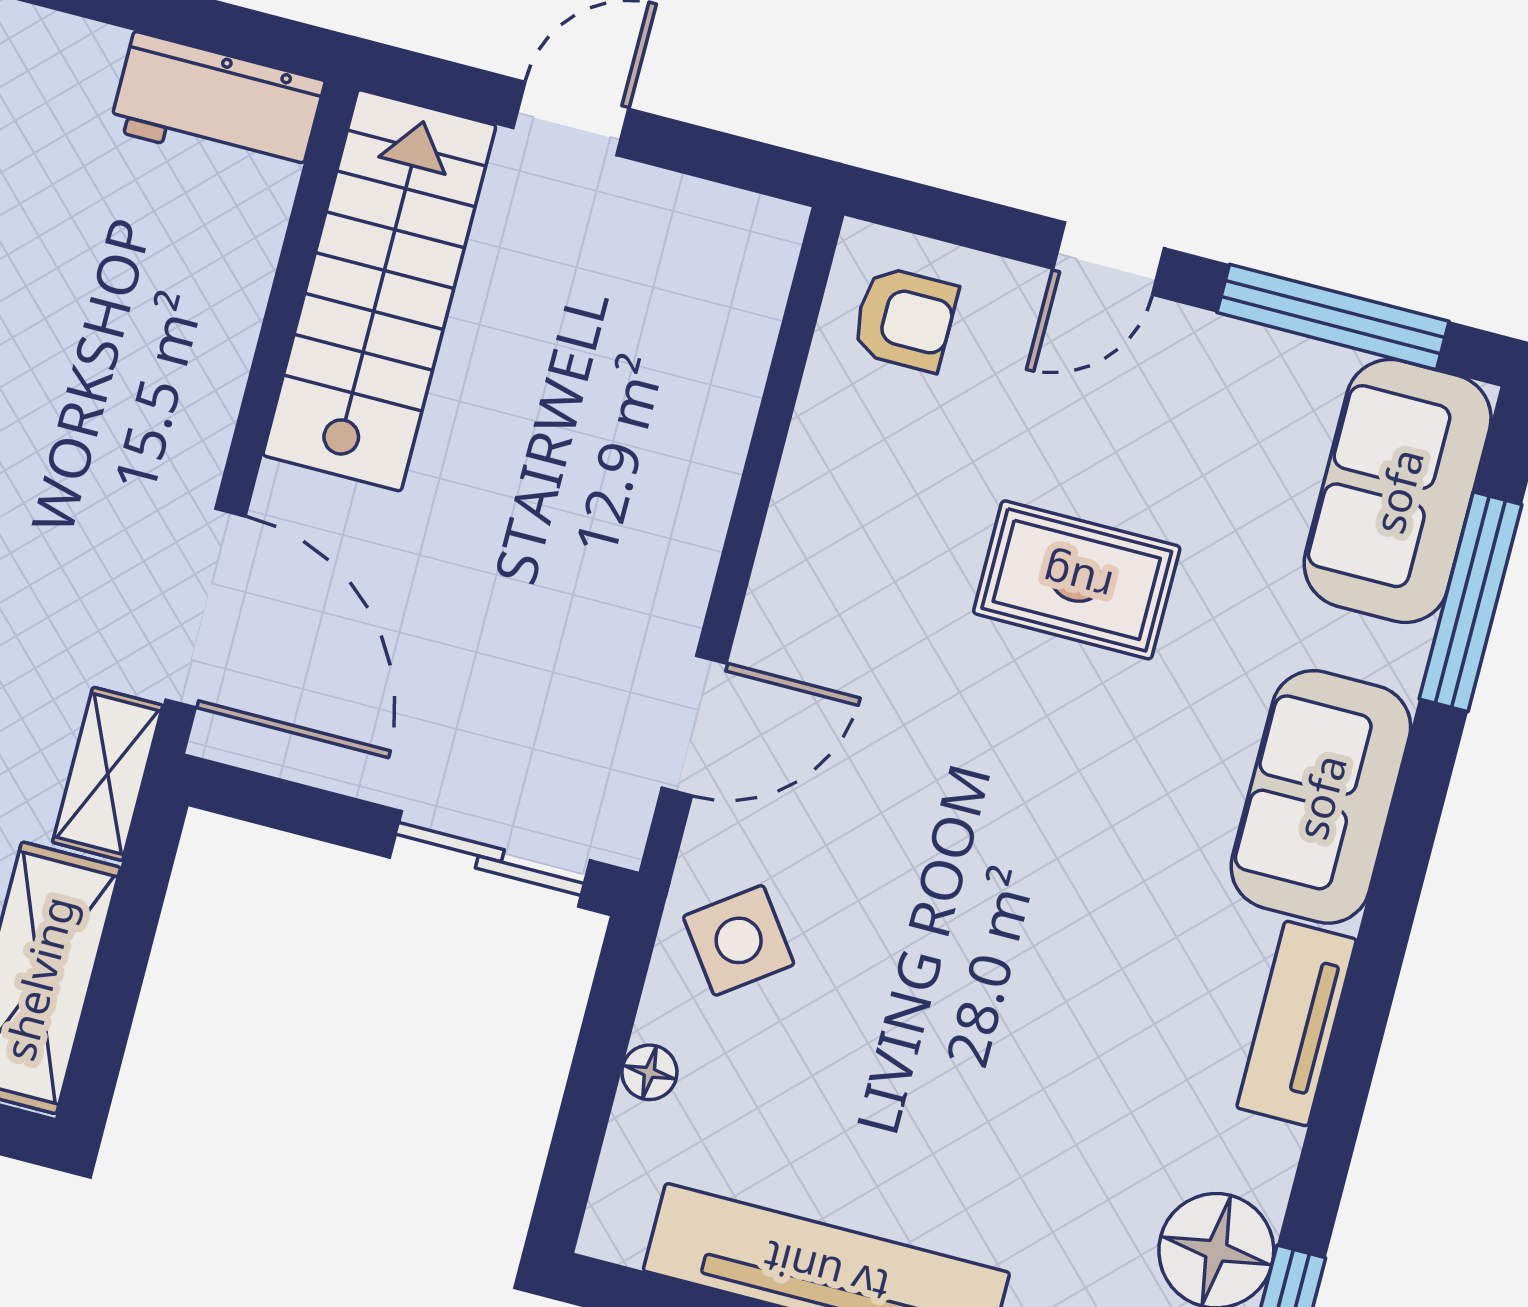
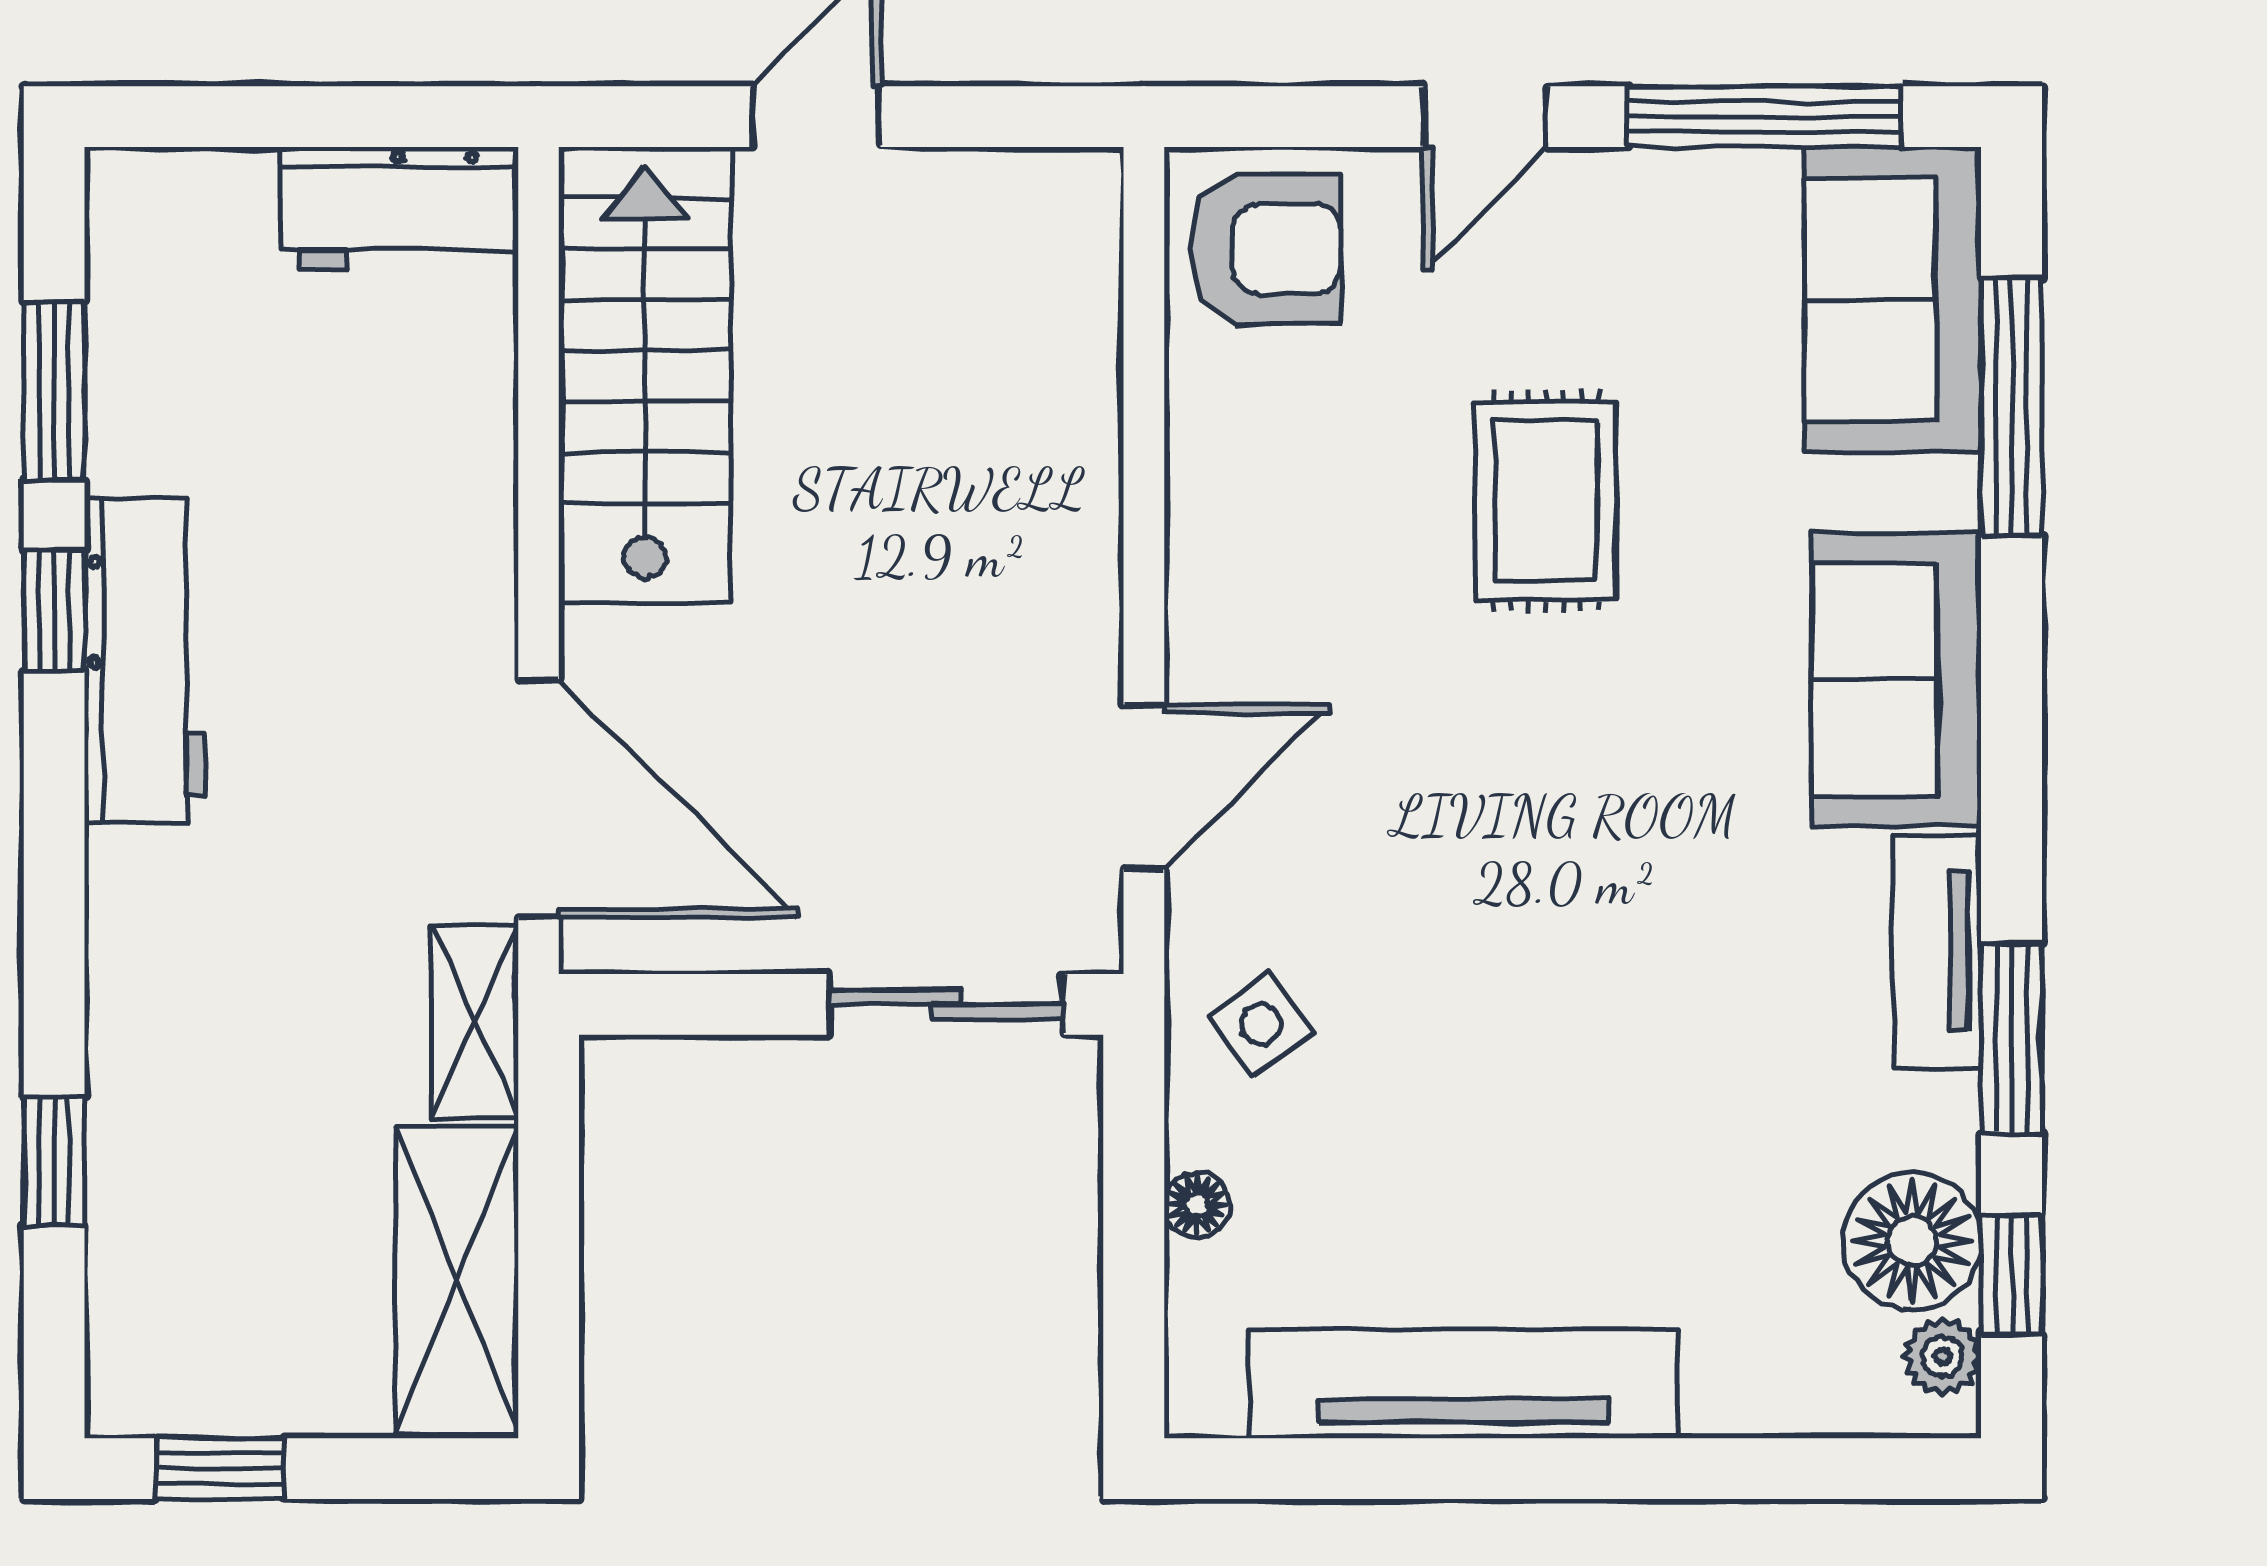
armchair: (905, 319) -> (1266, 249), width x1.38, depth x1.38
rug: (1077, 580) -> (1546, 501), turned 90
side table: (739, 940) -> (1261, 1024), width x0.73, depth x0.73
window: (1338, 1109) -> (2012, 1039), added

